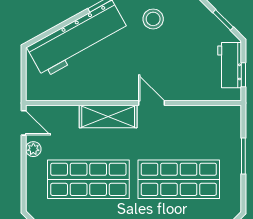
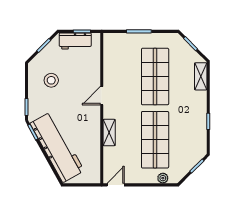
stool: (153, 19) -> (51, 80), moved
shelving: (108, 117) -> (109, 133), width x0.67, depth x0.75
plant: (33, 149) -> (163, 178), moved

